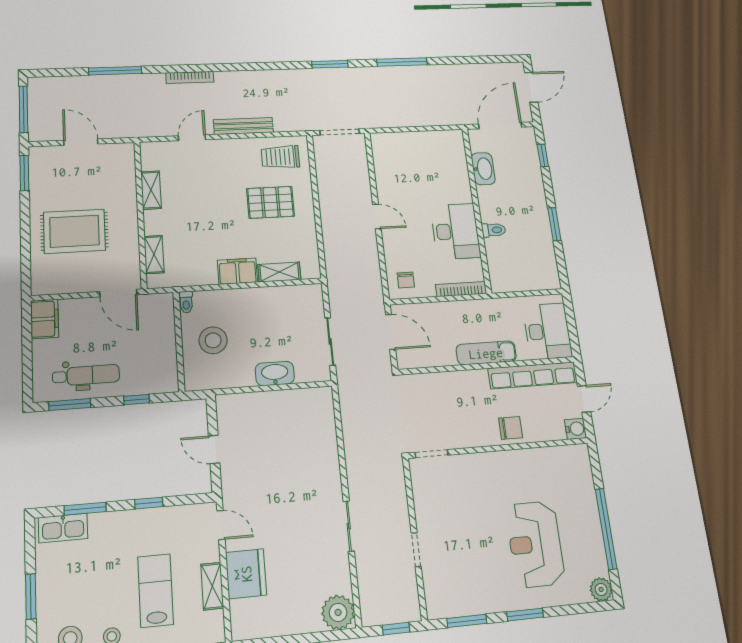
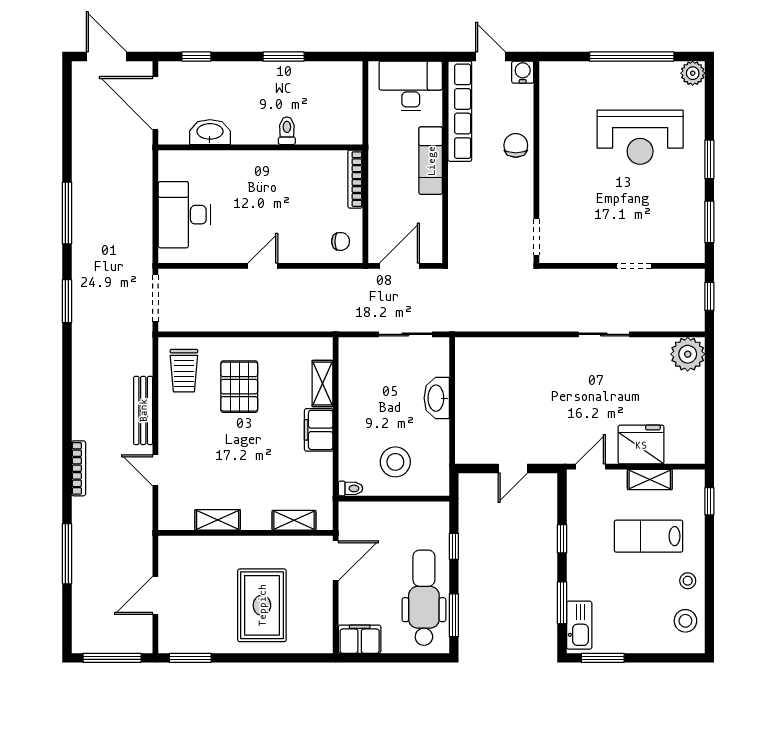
desk: (456, 231) -> (184, 215), moved, turned -90
dental chair: (86, 375) -> (424, 598), width x1.36, depth x1.38
window: (31, 596) -> (603, 658), moved

